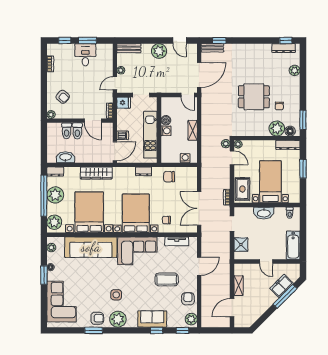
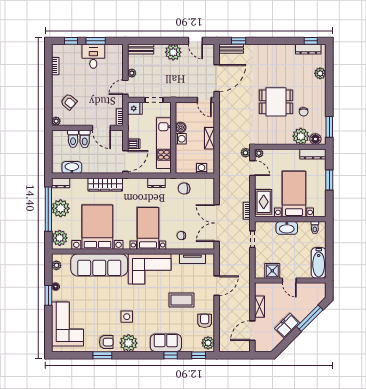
bed with nightstands: (136, 213) -> (148, 228), width x0.73
shower: (241, 245) -> (272, 271), moved
freezer: (282, 286) -> (287, 326), moved

